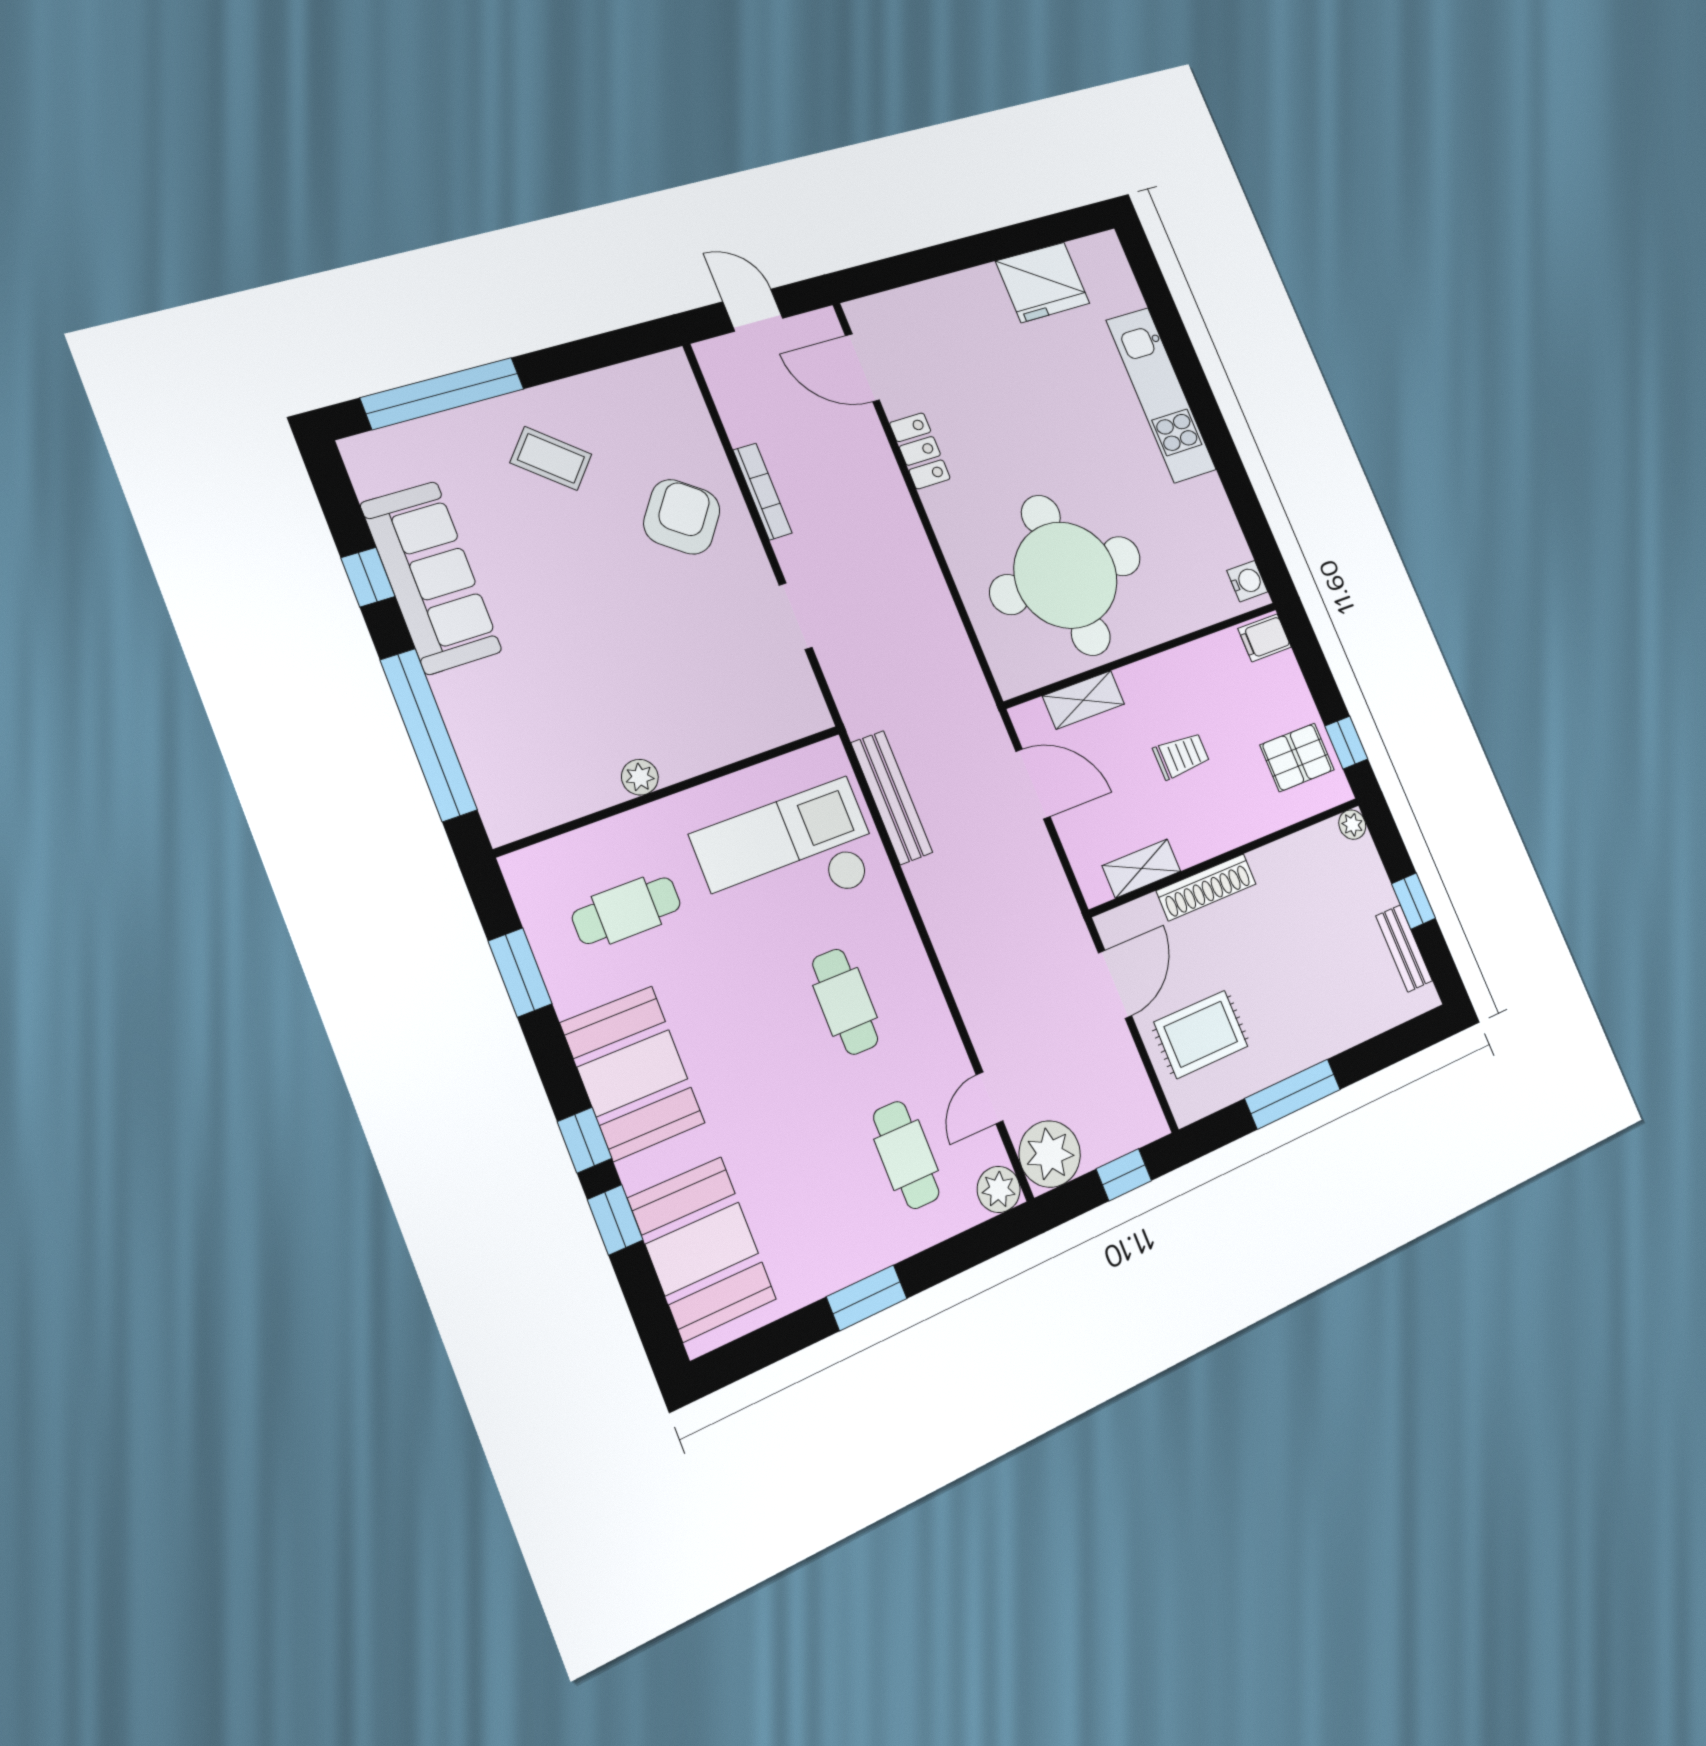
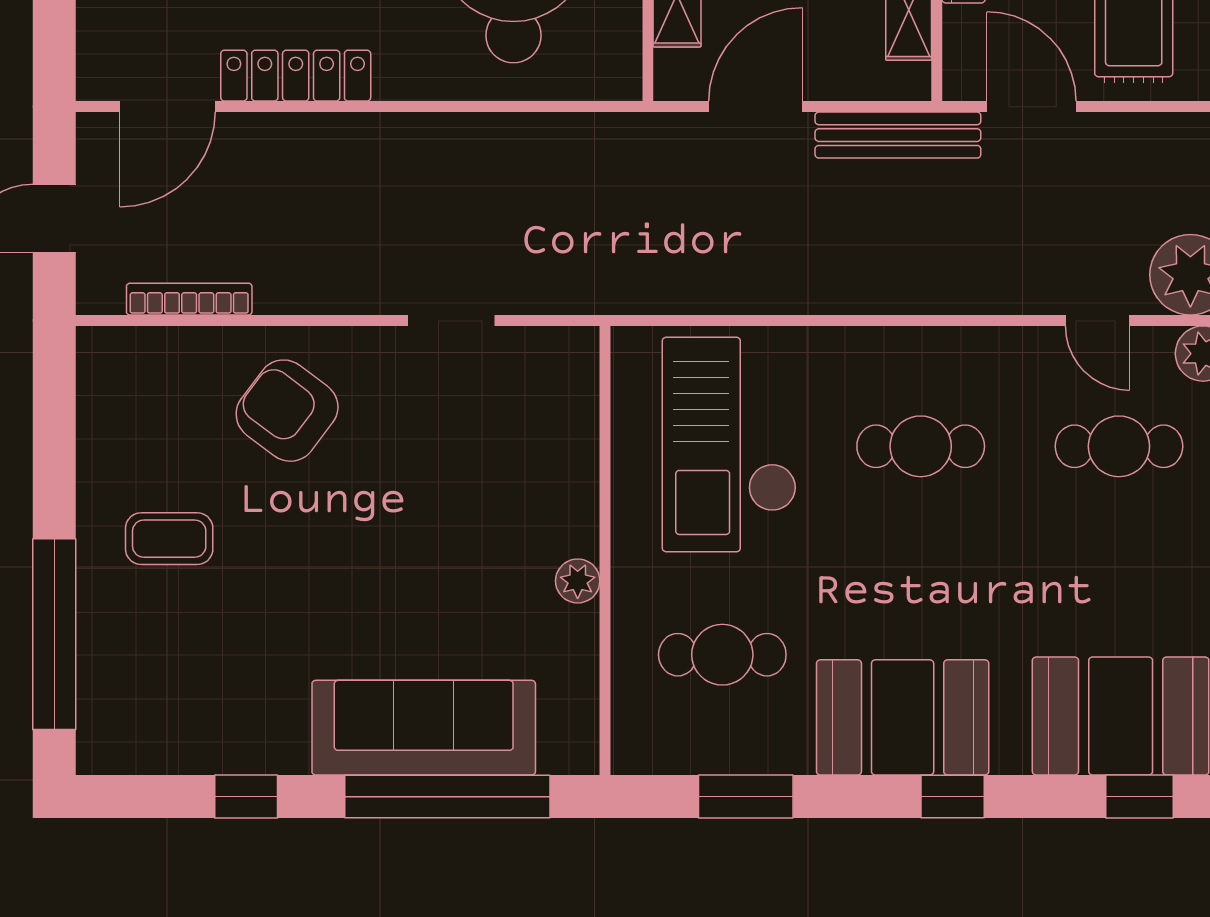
locker: (920, 451) -> (296, 76), width x1.53
coffee table: (551, 458) -> (169, 539), turned 49
bookcase: (763, 492) -> (189, 299), moved
sofa: (431, 578) -> (424, 728), moved
bench: (892, 798) -> (898, 135), moved
cafe table: (627, 910) -> (722, 655), turned 90
window: (615, 1220) -> (1140, 797), moved

